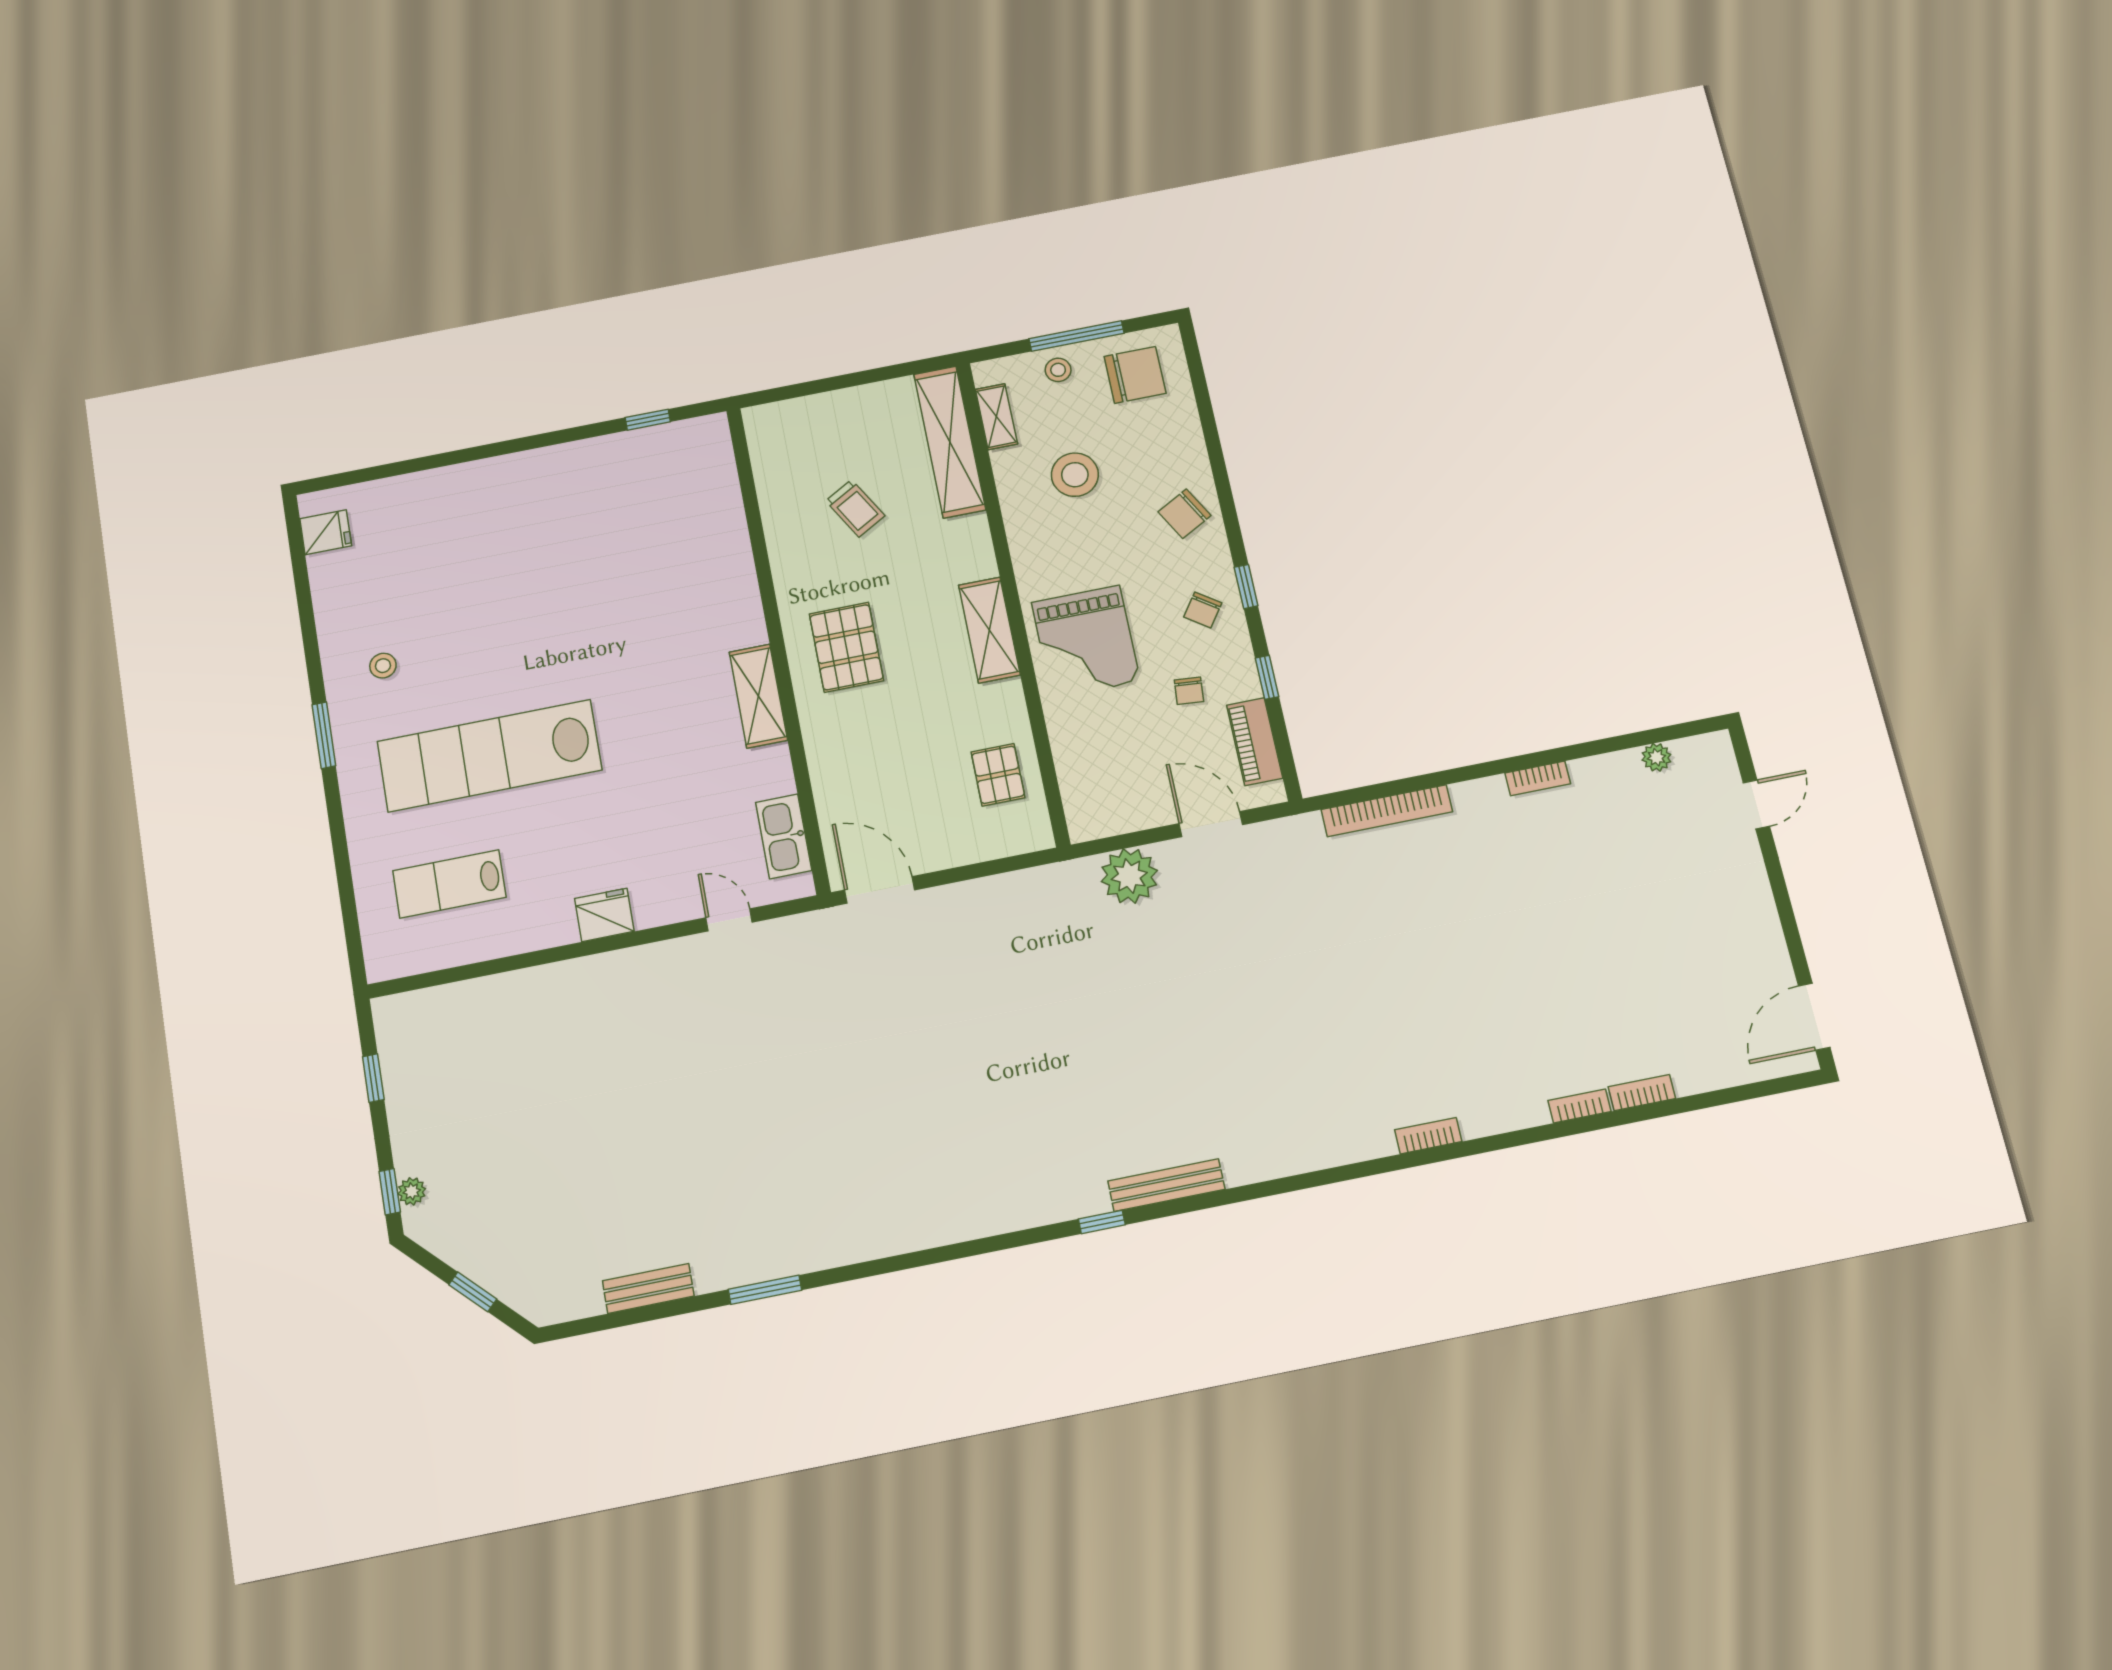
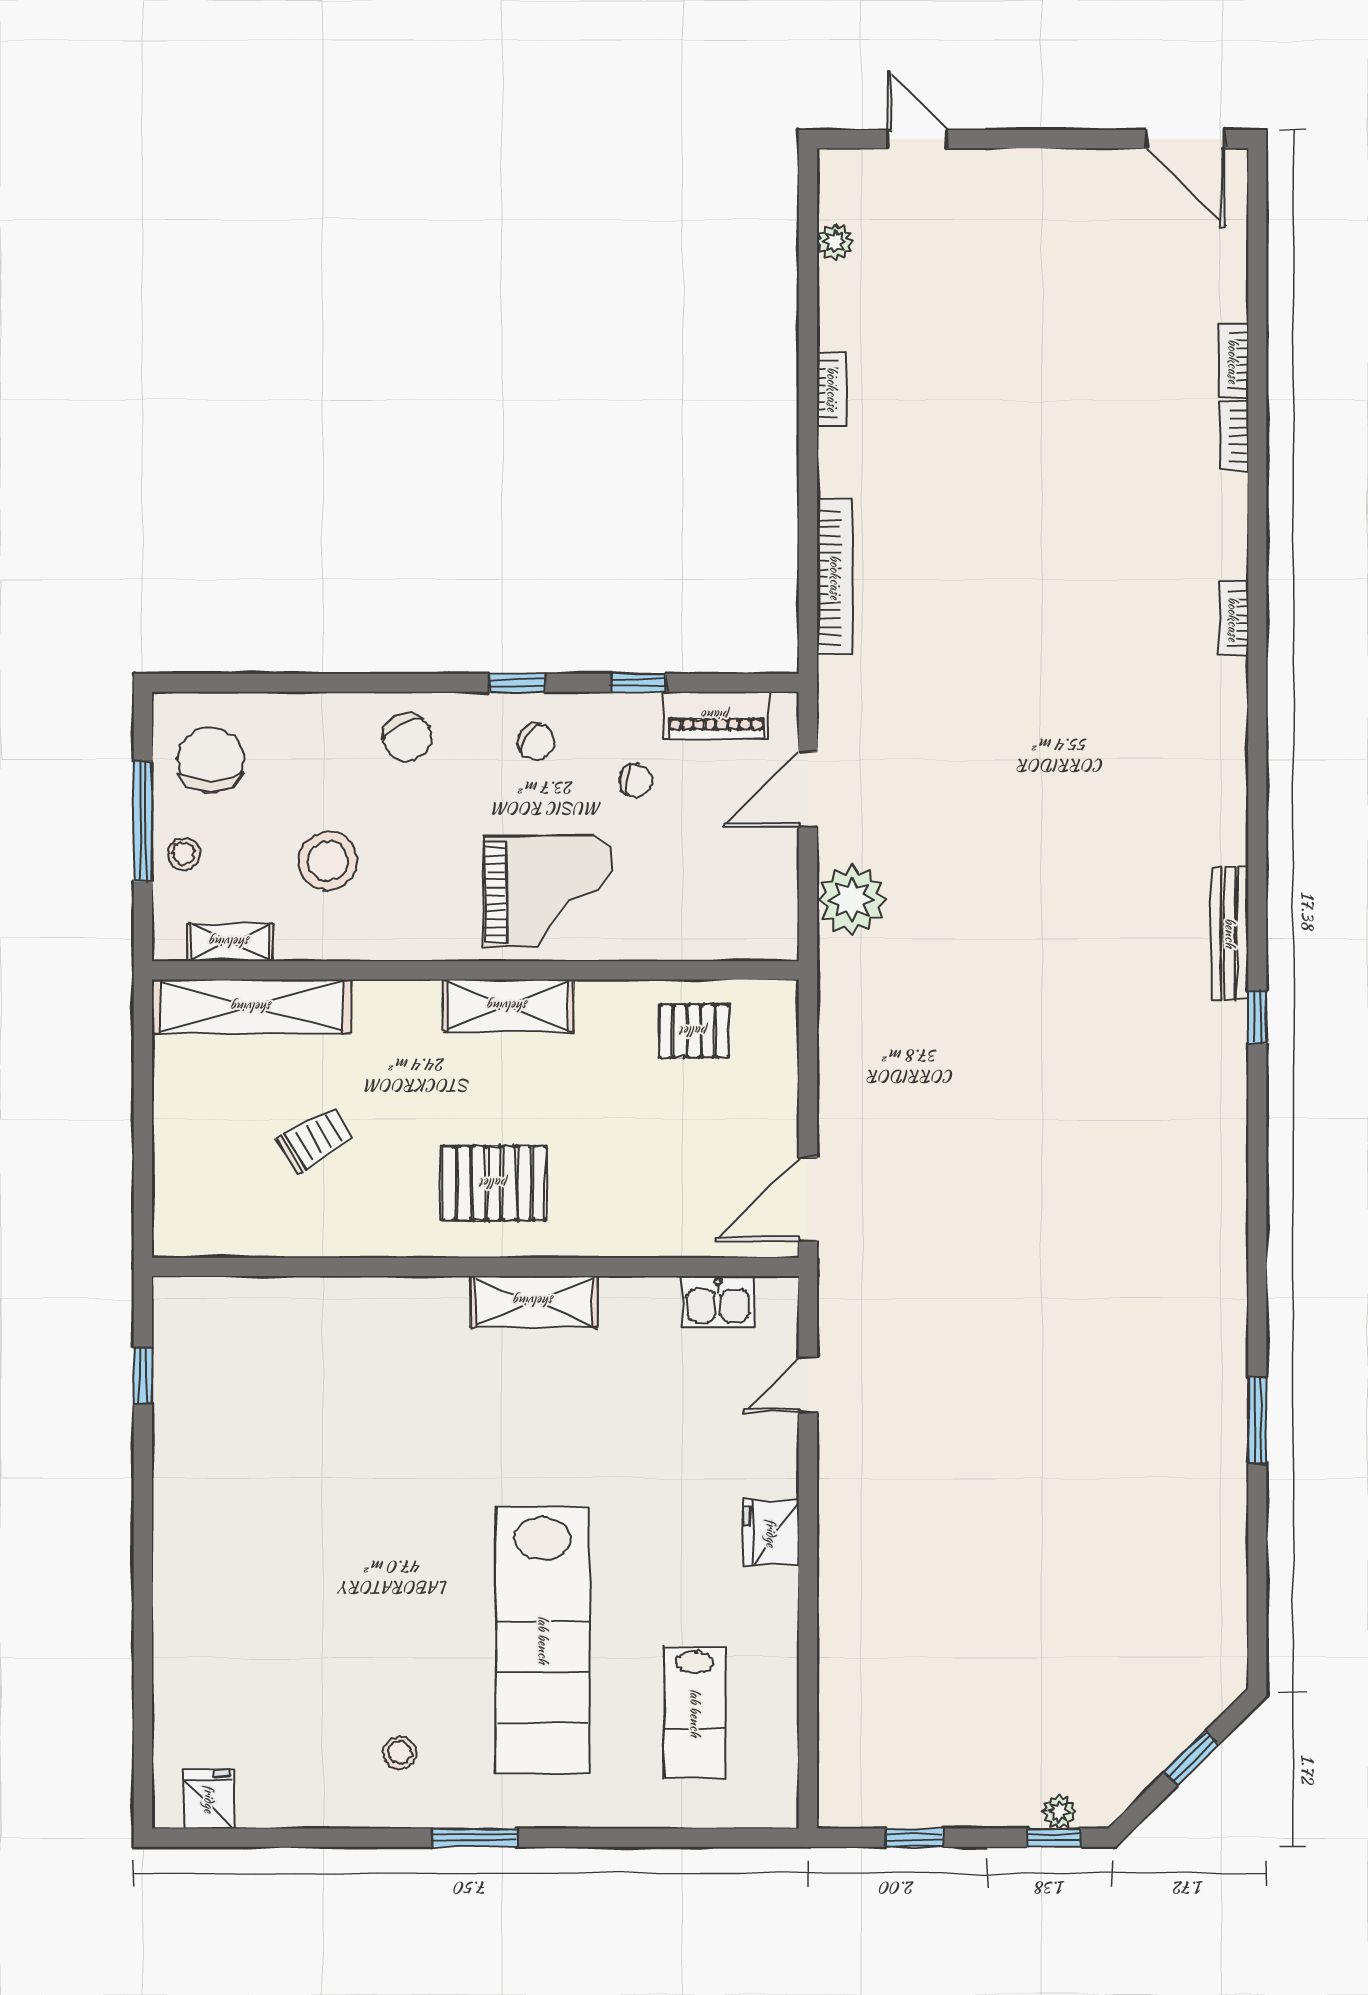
kitchen sink: (784, 836) -> (718, 1302), width x0.73
bench: (648, 1288) -> (1229, 1554), removed

